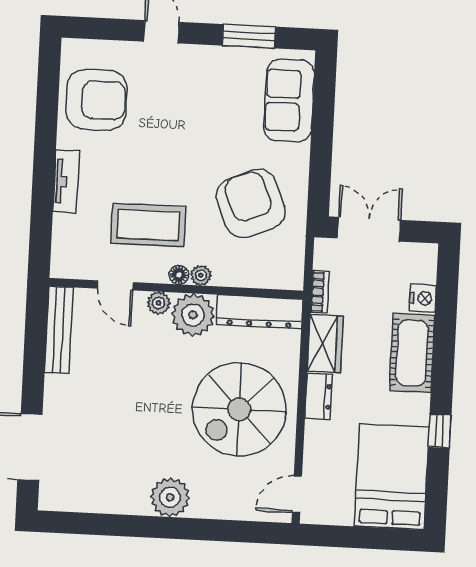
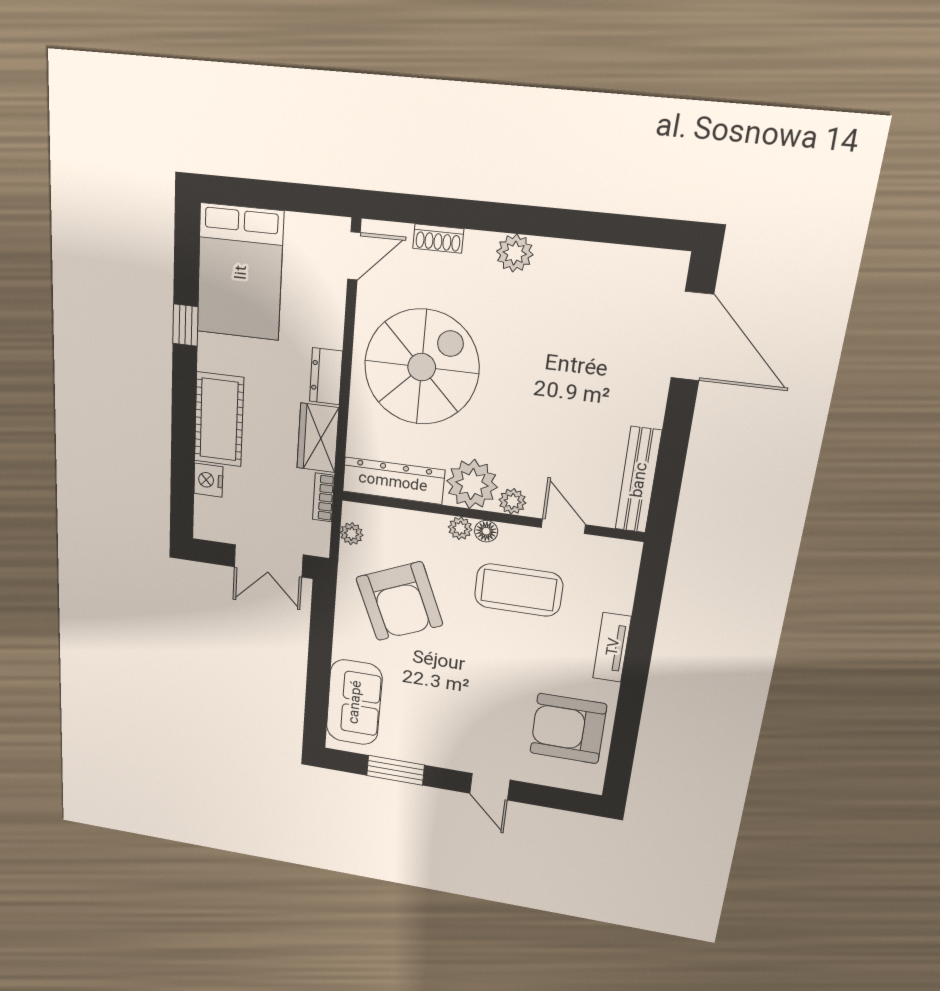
plant: (294, 262) -> (352, 534), added
plant: (170, 497) -> (515, 253), width x0.73, depth x0.73
shoe rack: (230, 511) -> (438, 239), added

